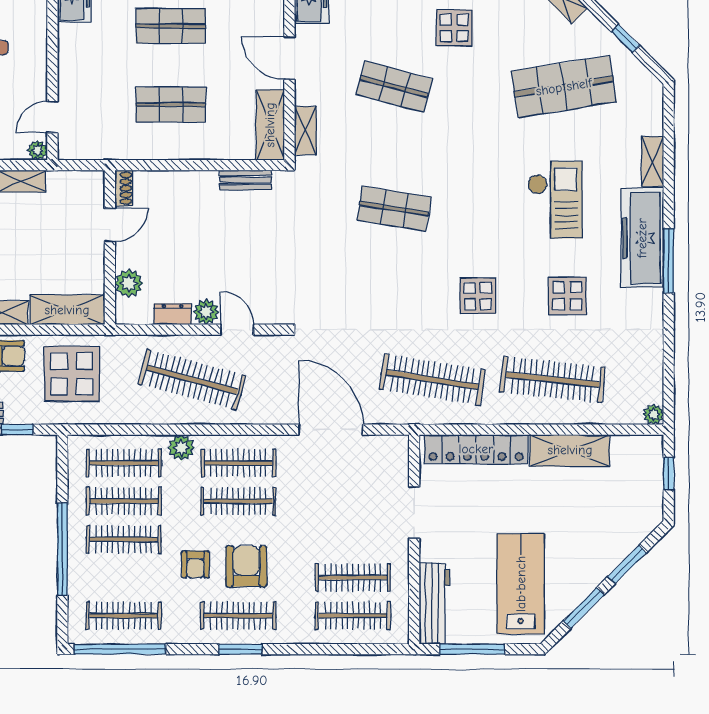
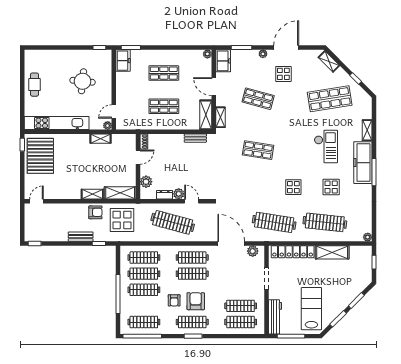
plant: (181, 448) -> (253, 251), moved

